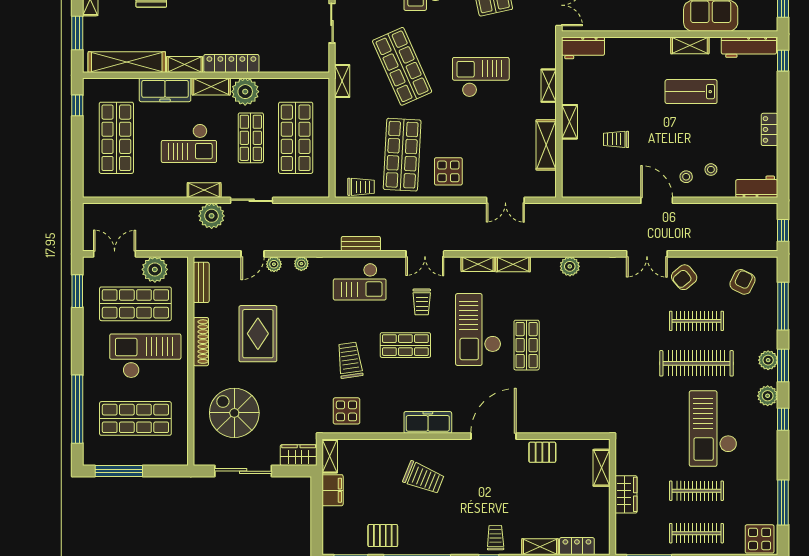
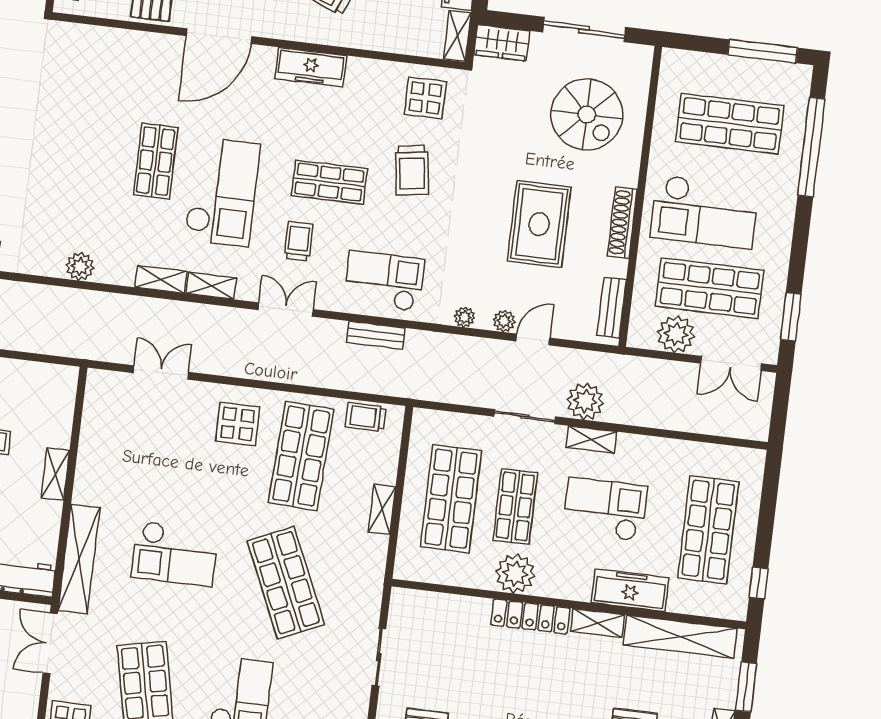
shelving: (342, 81) -> (382, 509), moved
shelving: (211, 86) -> (563, 587), removed
shelving: (549, 86) -> (79, 559), width x2.20, depth x1.33
shelving: (546, 145) -> (93, 445), removed

